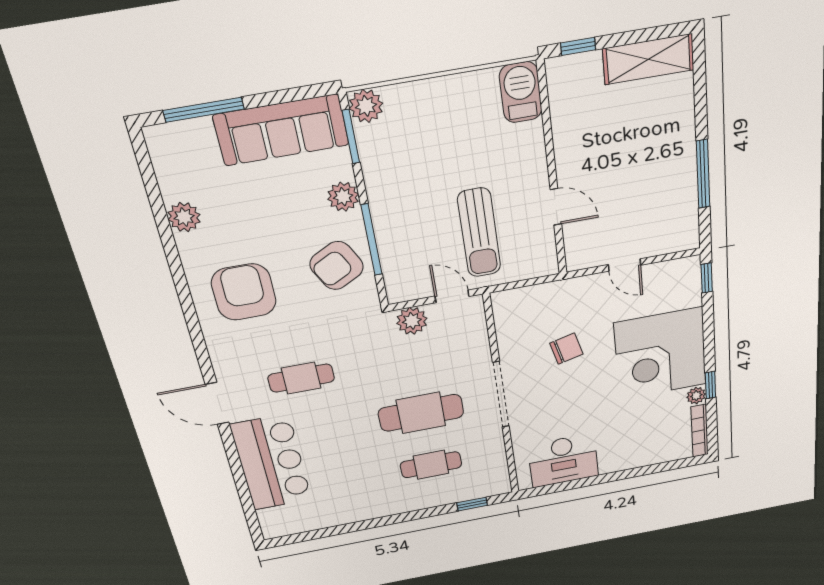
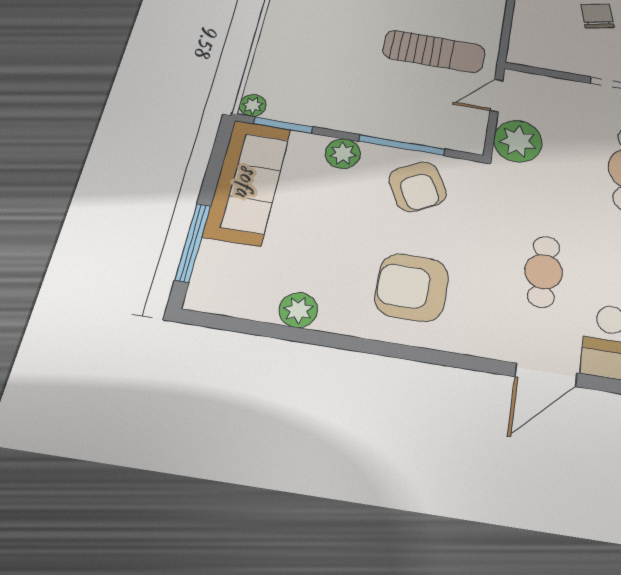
plant: (366, 106) -> (253, 105), width x0.73, depth x0.73
plant: (412, 321) -> (518, 141), width x1.36, depth x1.36

